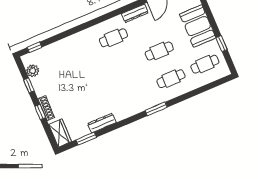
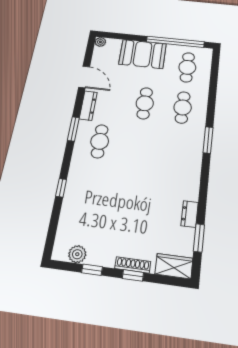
window: (112, 14) -> (73, 129), added
window: (222, 44) -> (175, 42), width x3.17
window: (34, 47) -> (61, 188), moved
dresser: (102, 123) -> (190, 214), width x0.70

